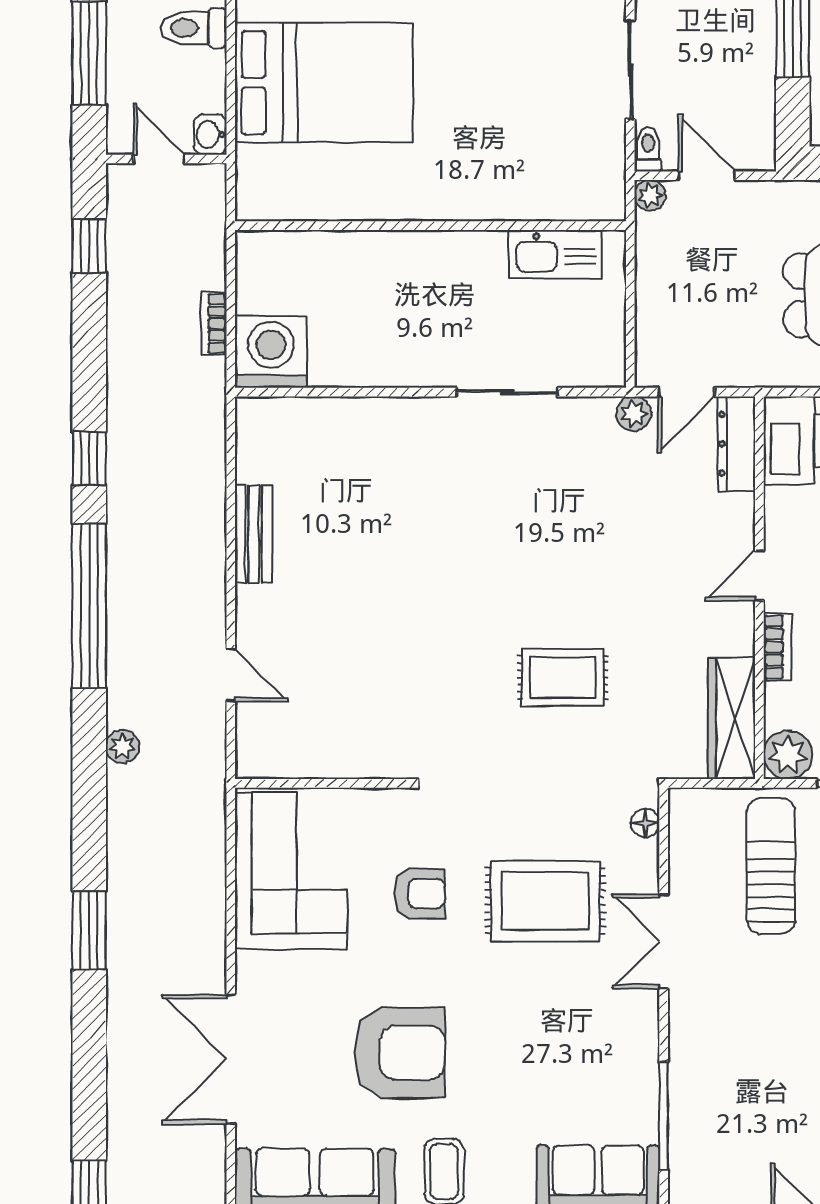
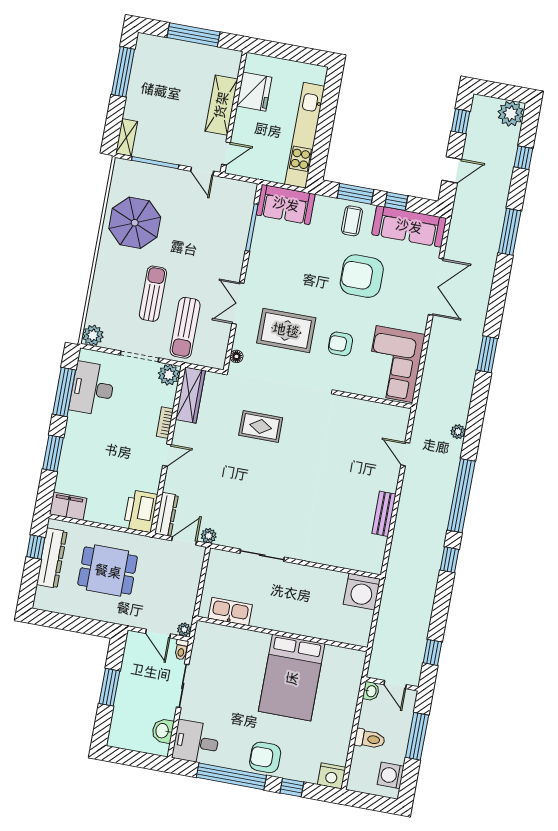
bed: (324, 83) -> (292, 678), moved, turned -90
bookcase: (214, 324) -> (384, 609), removed
double door: (664, 941) -> (238, 303), swing flipped

